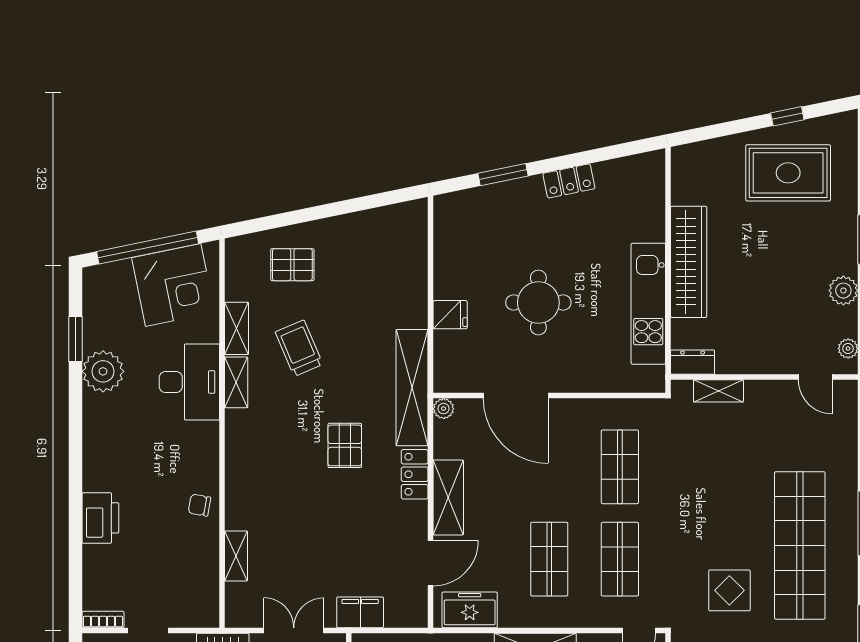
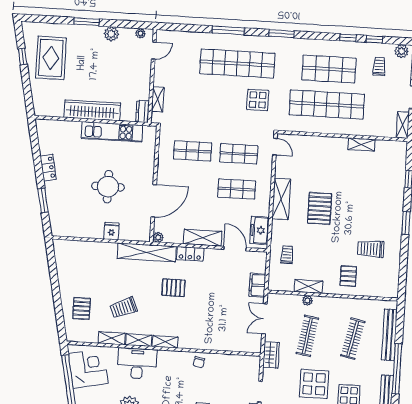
shelving: (236, 556) -> (165, 342), moved

